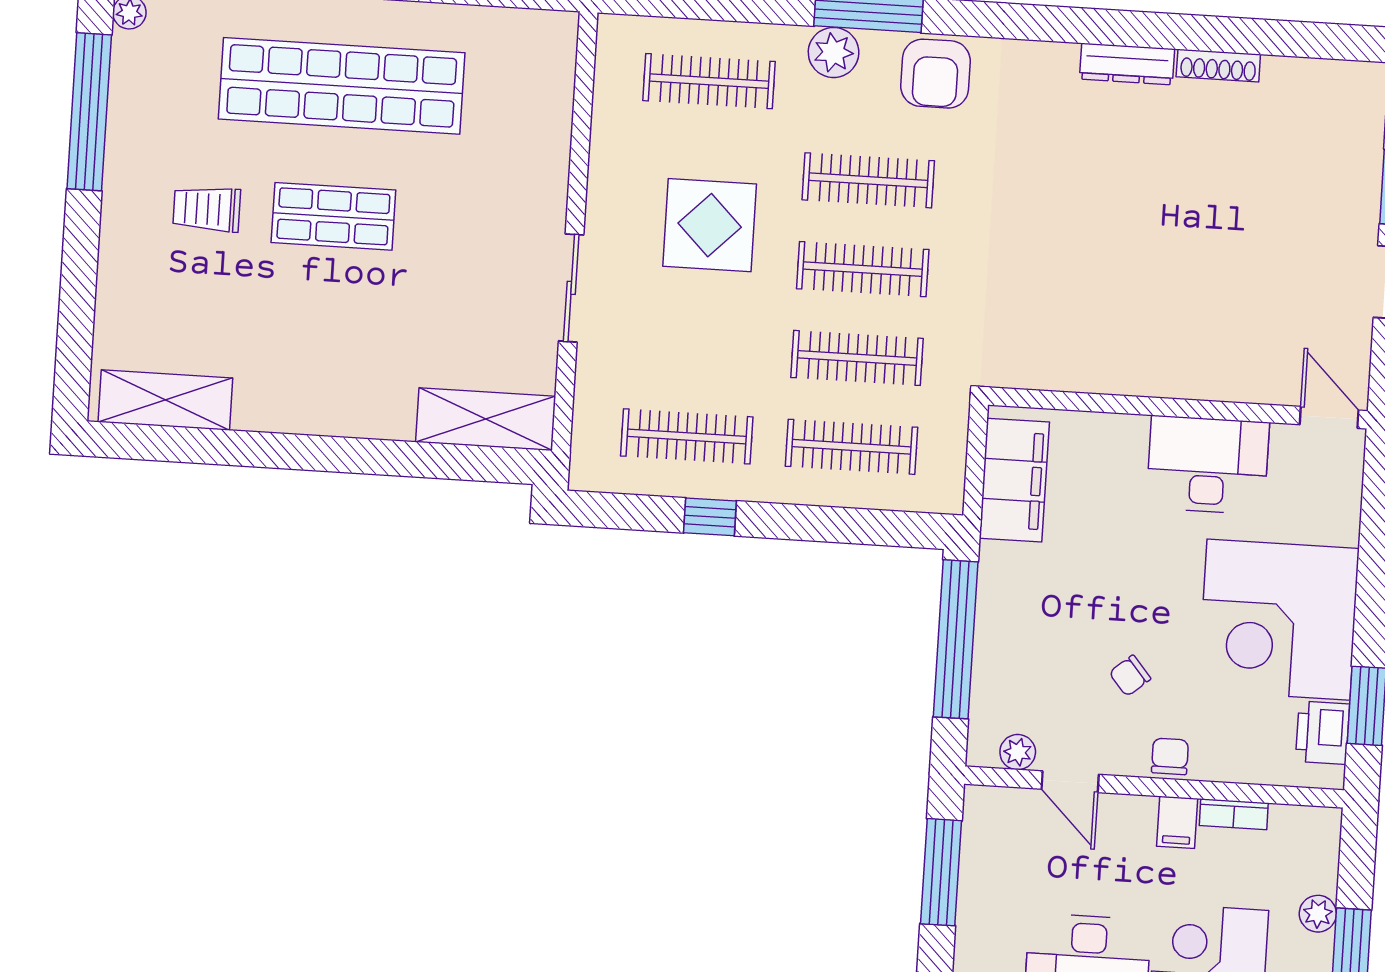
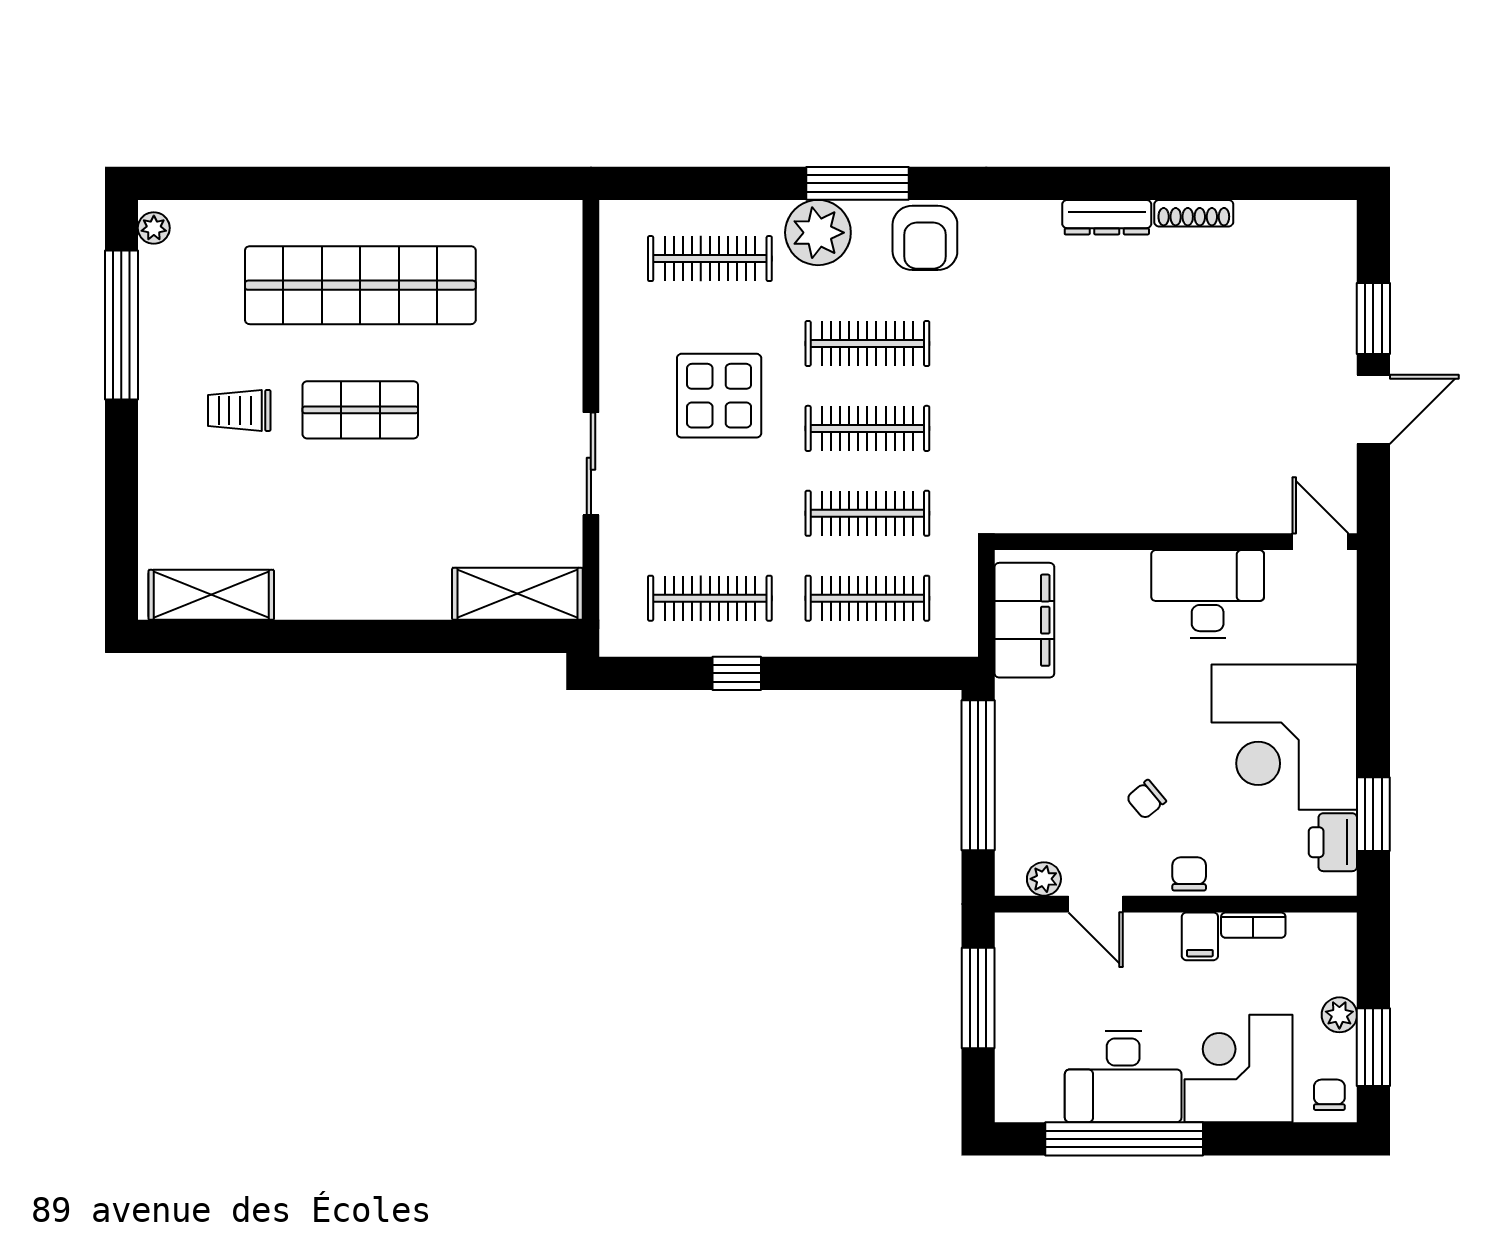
plant: (834, 52) -> (818, 233), width x1.36, depth x1.36

